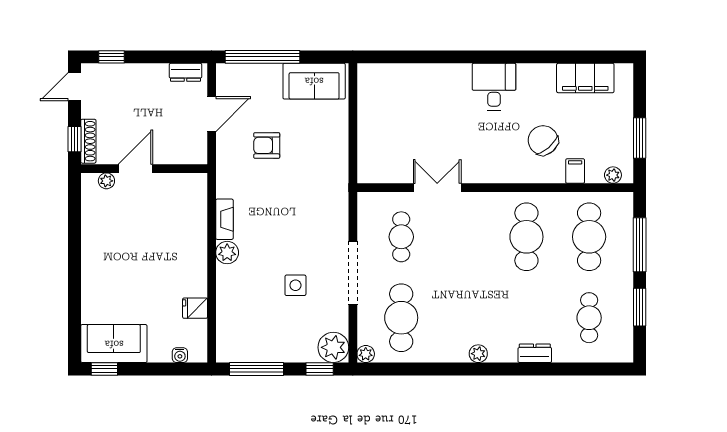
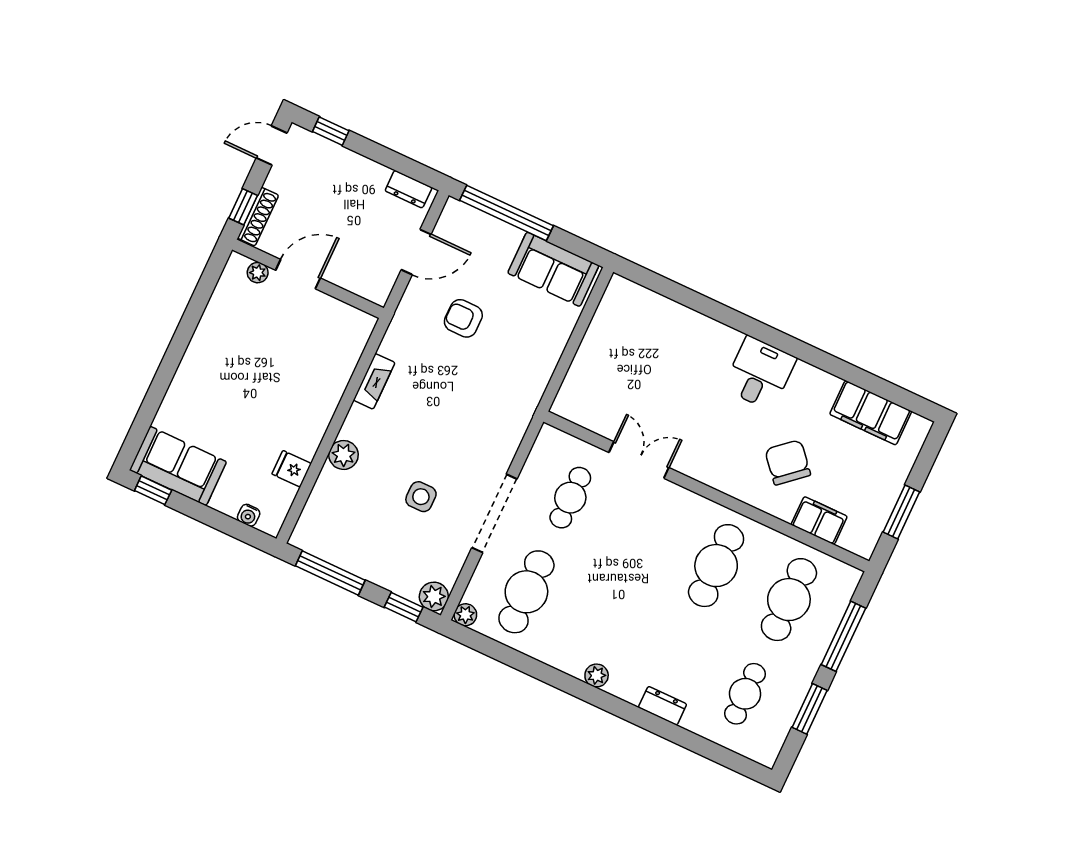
filing cabinet: (575, 171) -> (819, 521), width x2.00
plant: (613, 175) -> (850, 541), removed
plant: (227, 253) -> (344, 455), moved
plant: (333, 347) -> (434, 596), width x0.73, depth x0.73

